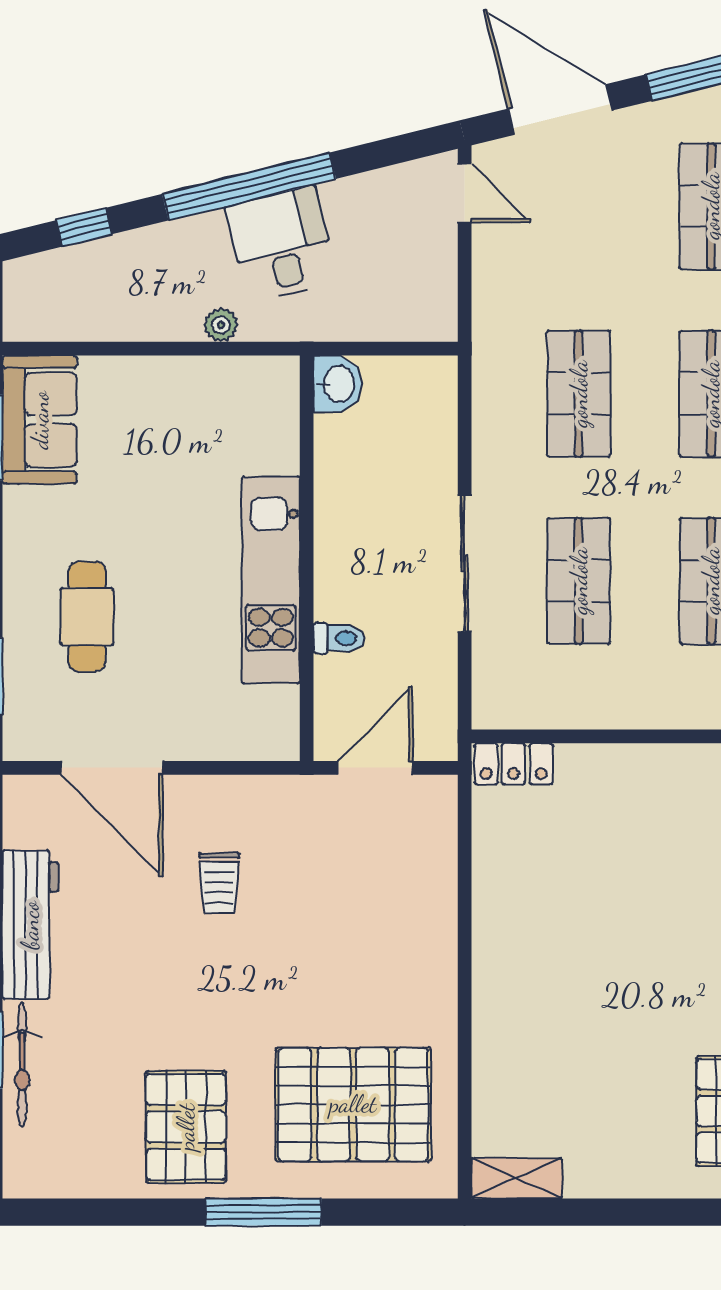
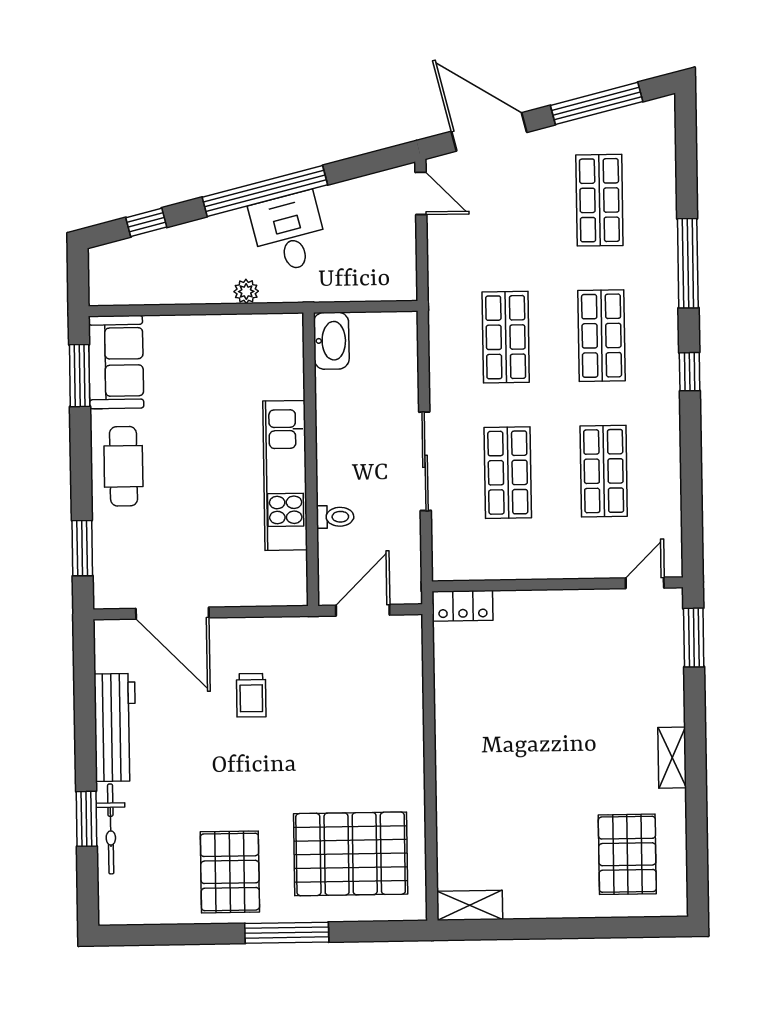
washbasin: (338, 384) -> (331, 341), width x1.38
cafe table: (87, 617) -> (123, 466), moved

